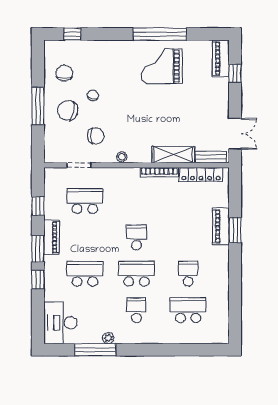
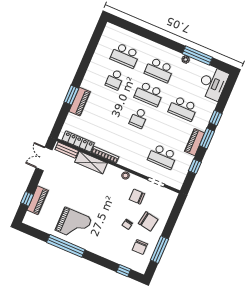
piano: (221, 59) -> (38, 200), moved
window: (38, 106) -> (159, 250), moved
school desk: (136, 310) -> (159, 70), width x1.85

